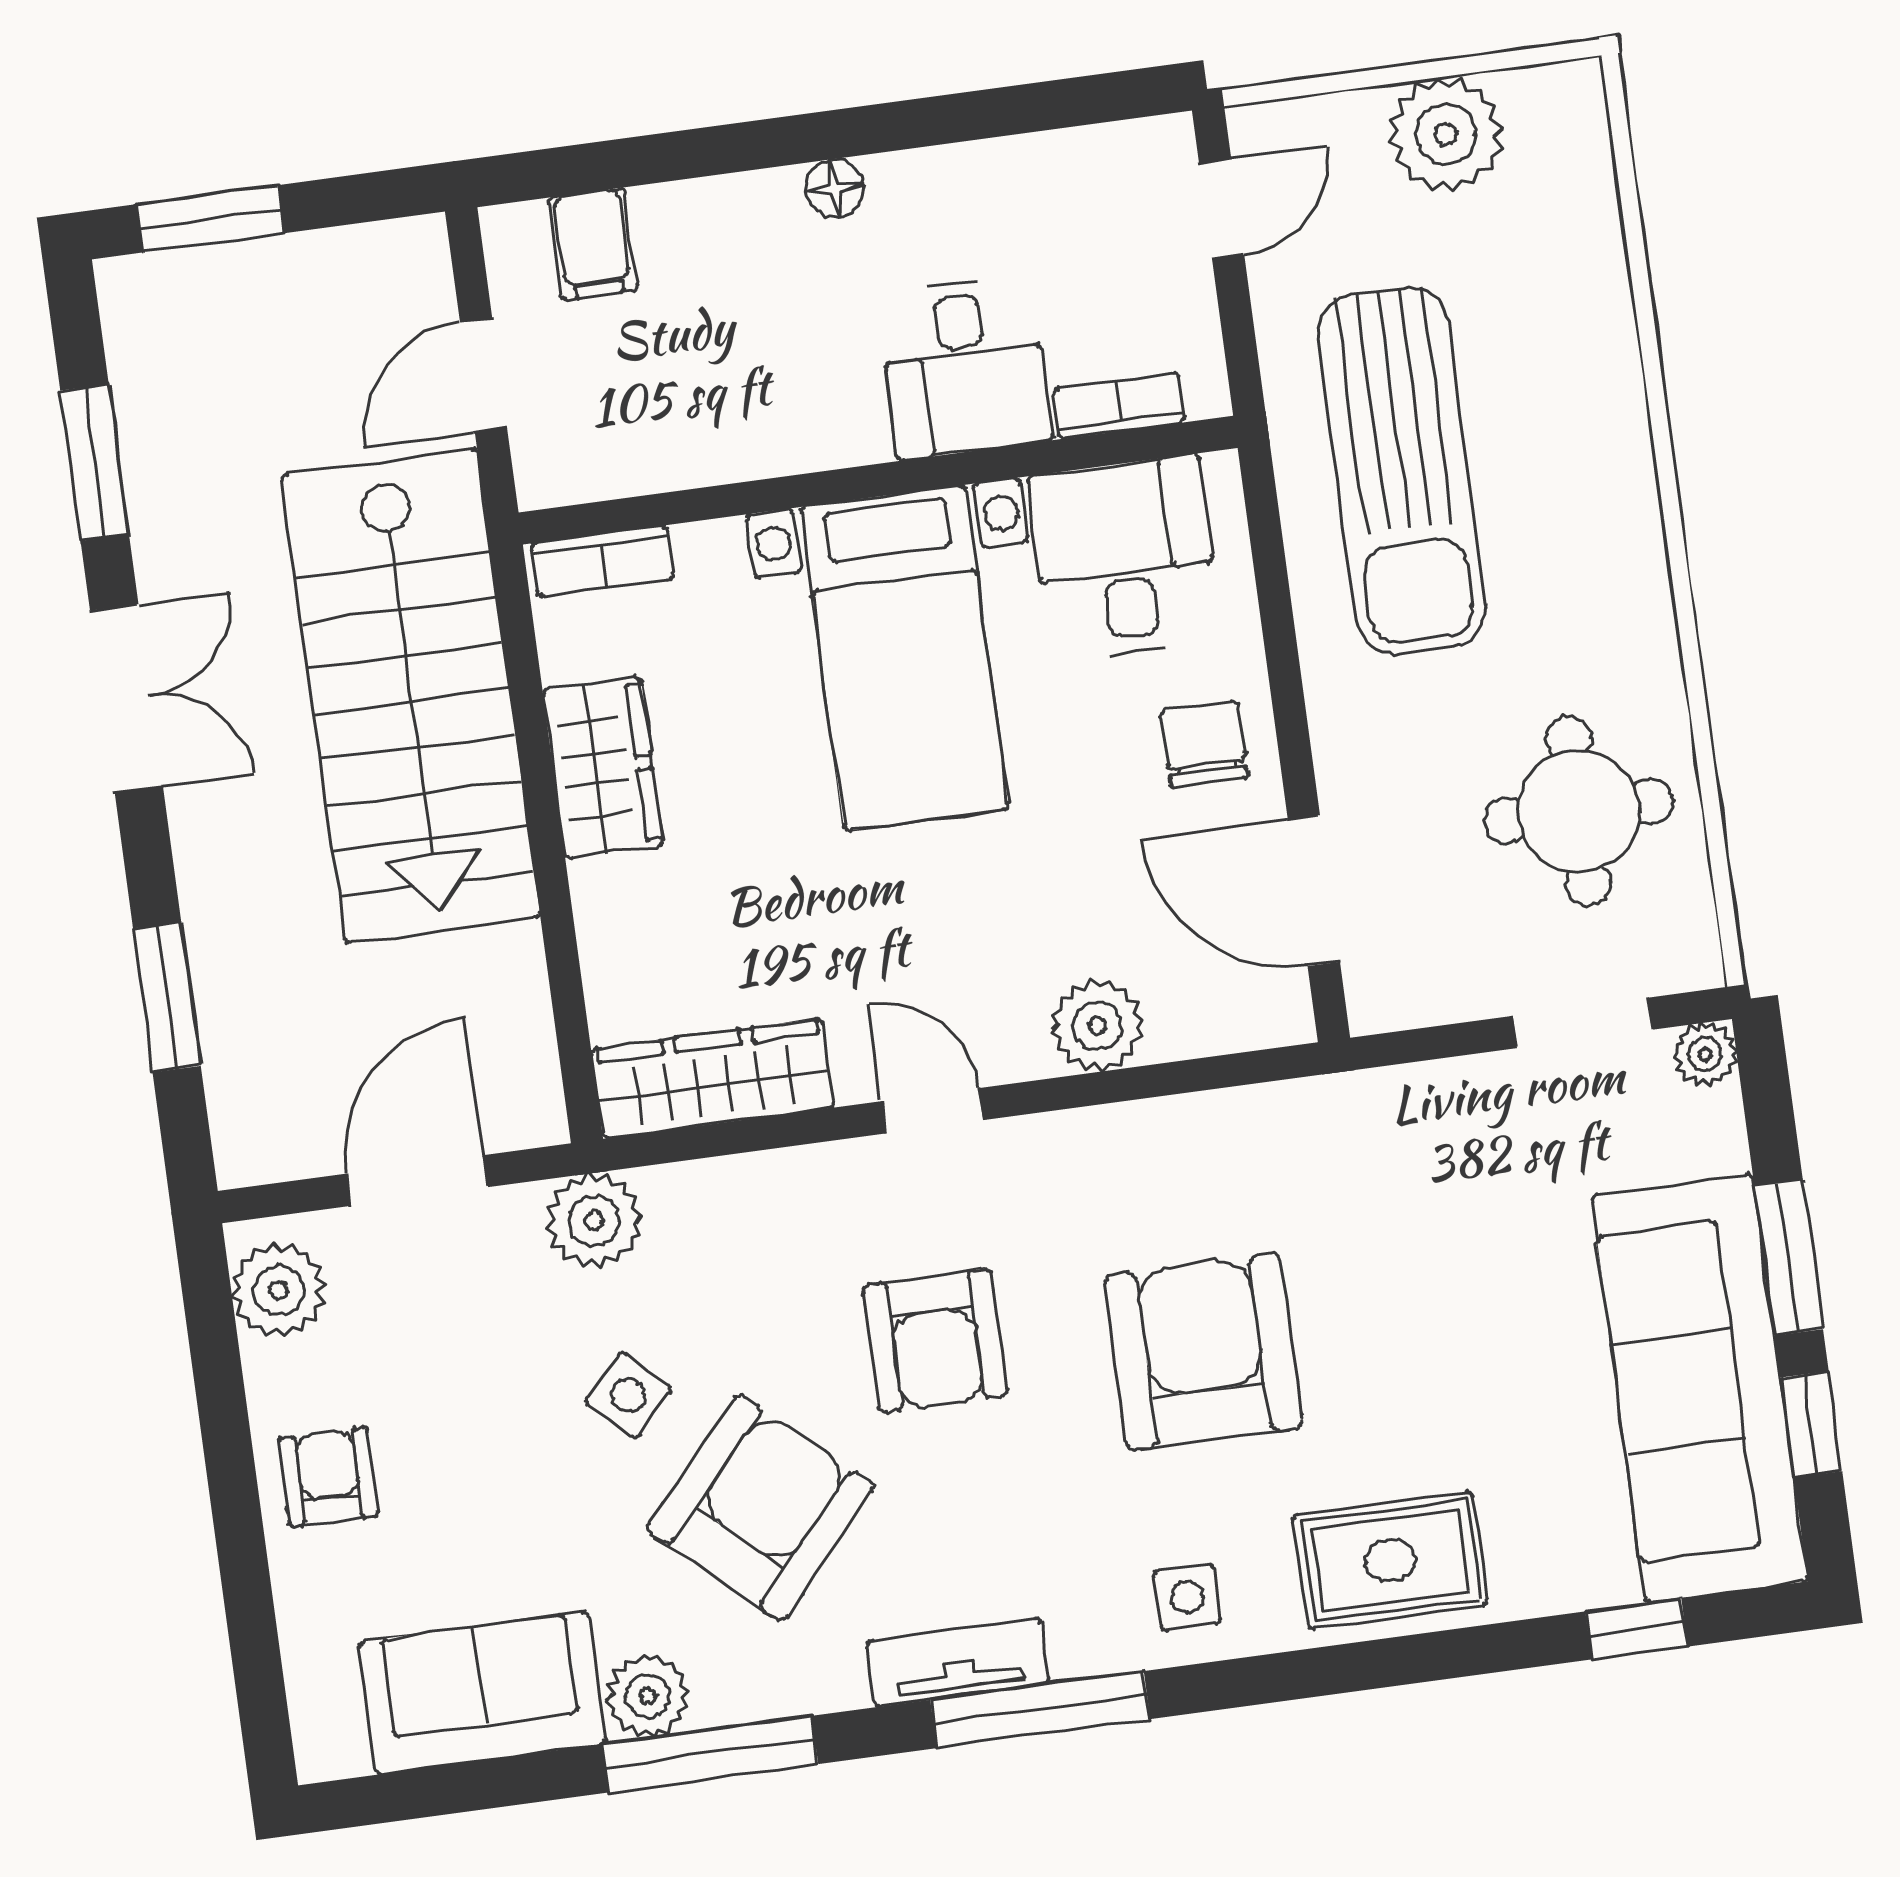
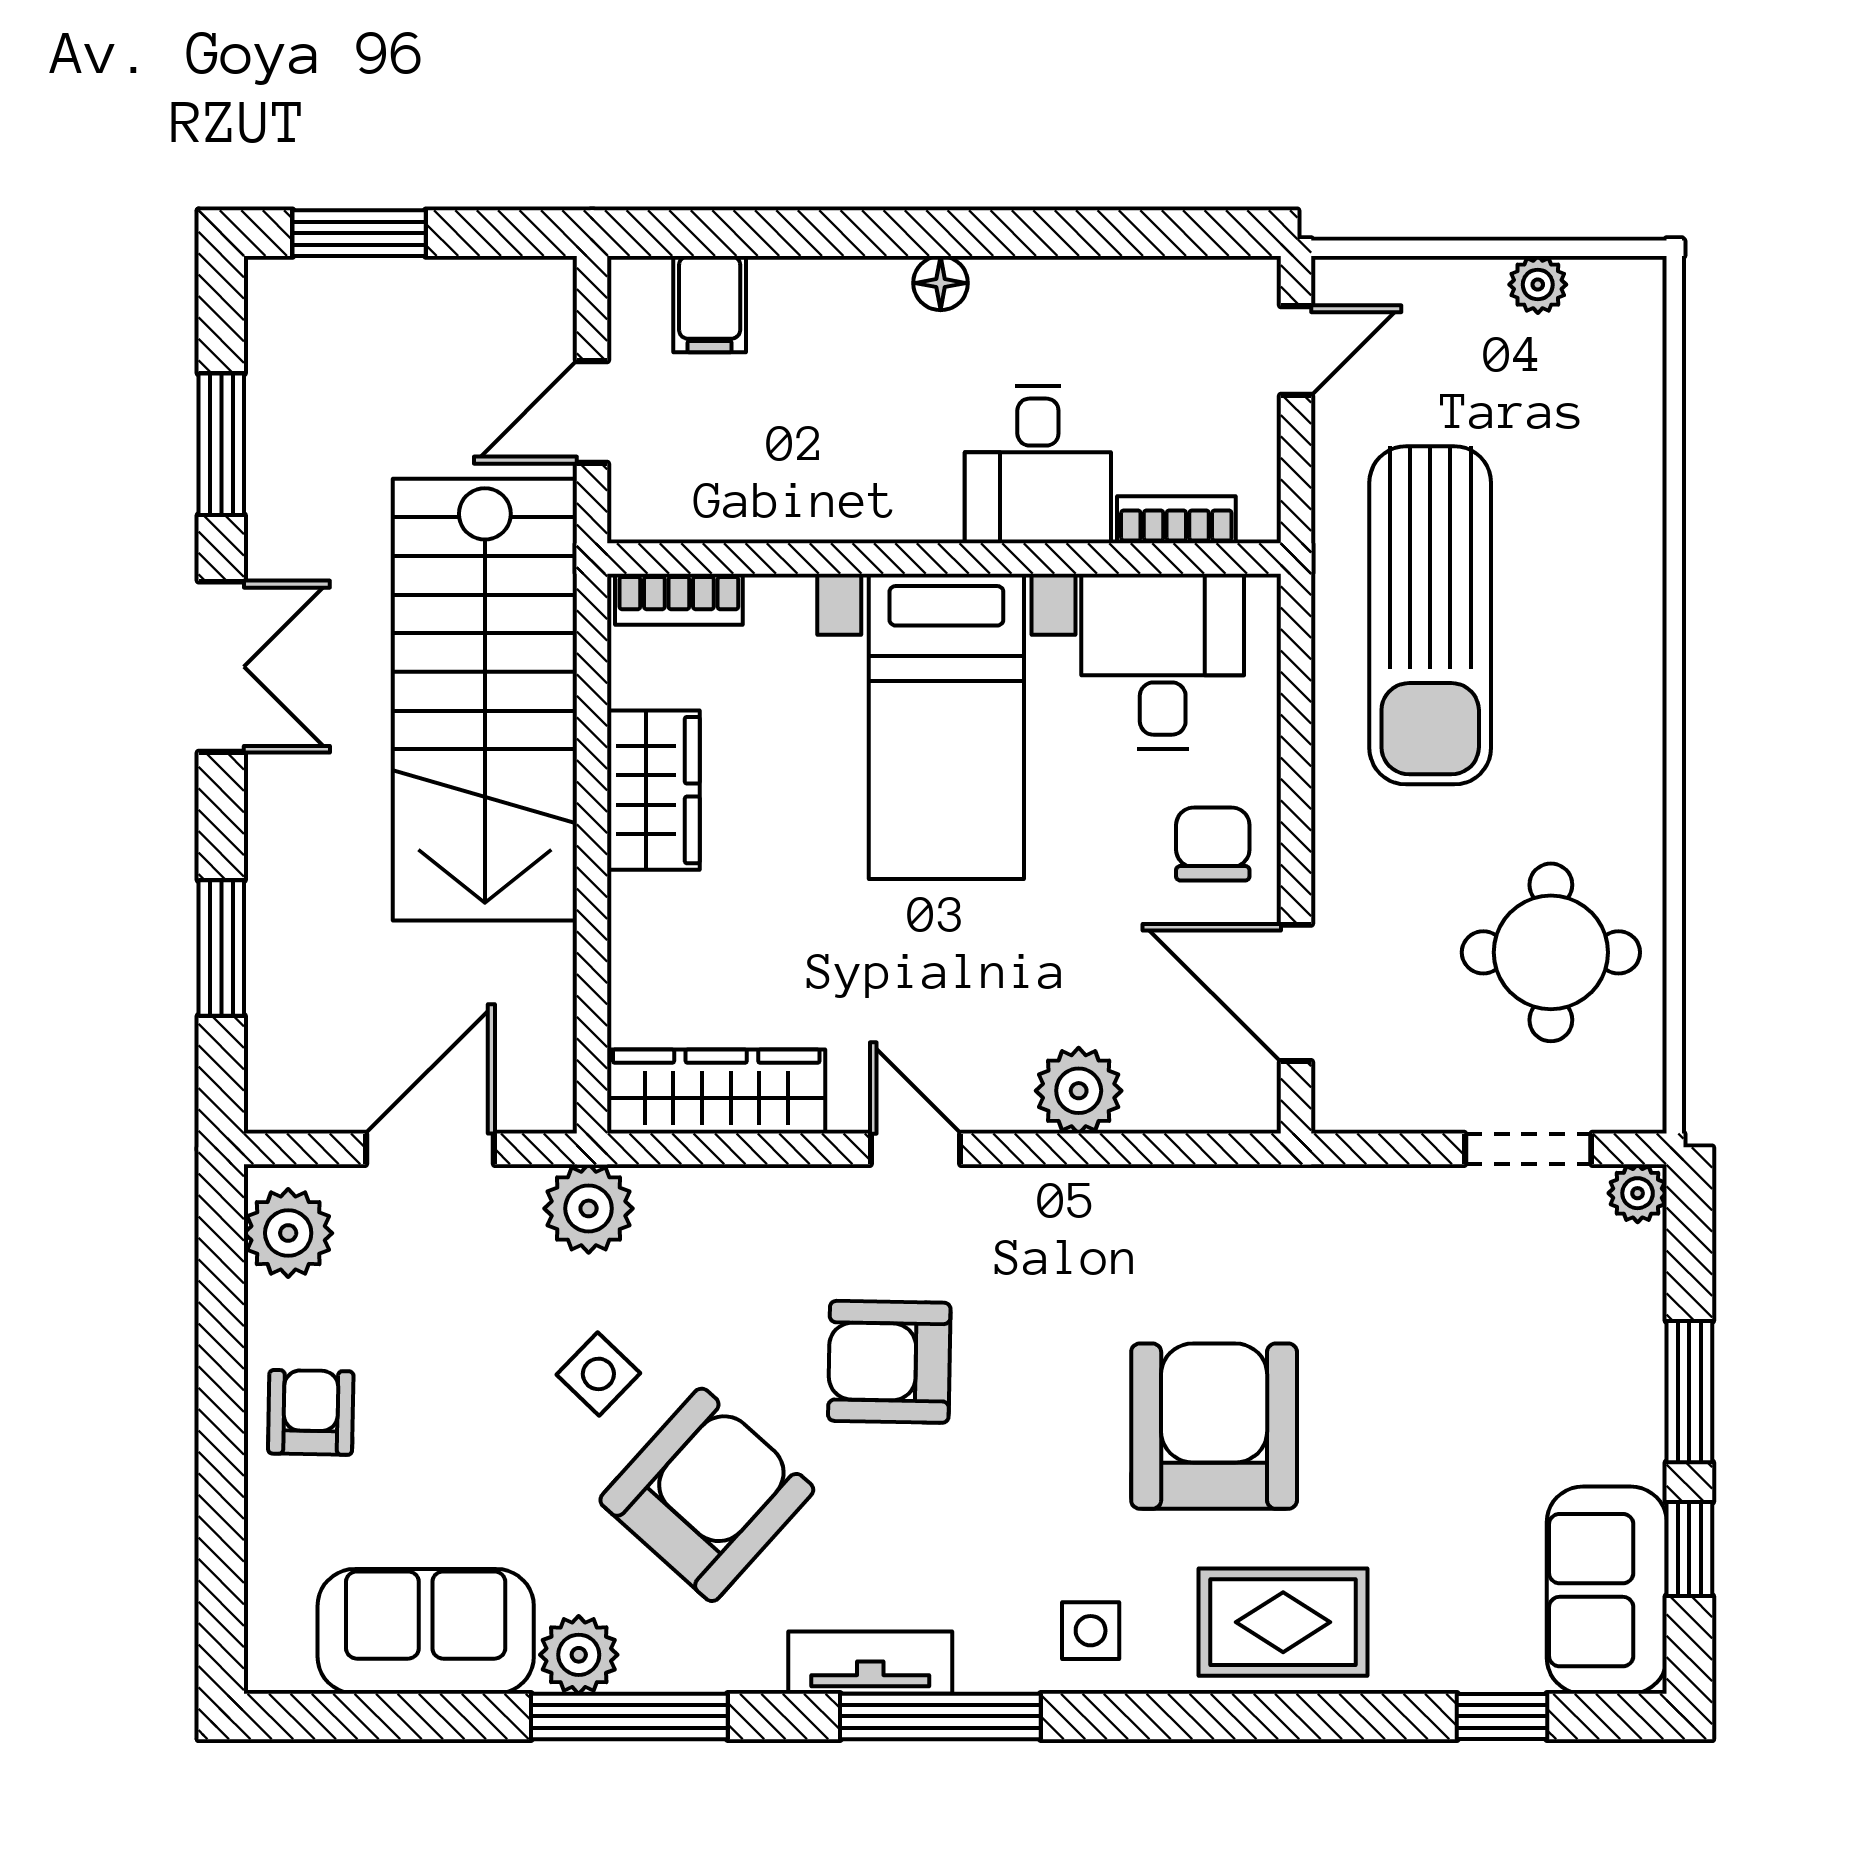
plant: (1446, 134) -> (1538, 285), width x0.53, depth x0.53
armchair: (935, 1341) -> (889, 1362), turned 91
armchair: (1203, 1352) -> (1214, 1426), moved
sofa: (1700, 1389) -> (1607, 1590), width x0.54, depth x0.79

